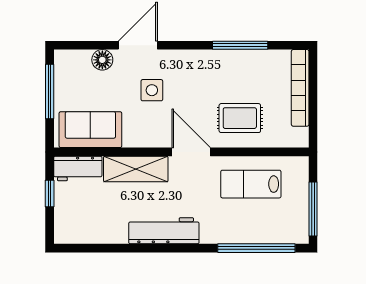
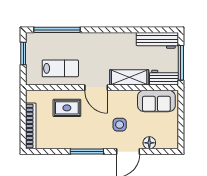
window: (240, 45) -> (87, 152), moved
window: (50, 92) -> (181, 124), removed
window: (50, 193) -> (181, 63), width x2.17
window: (313, 209) -> (23, 53), width x0.69
workbench: (164, 231) -> (157, 40), moved

